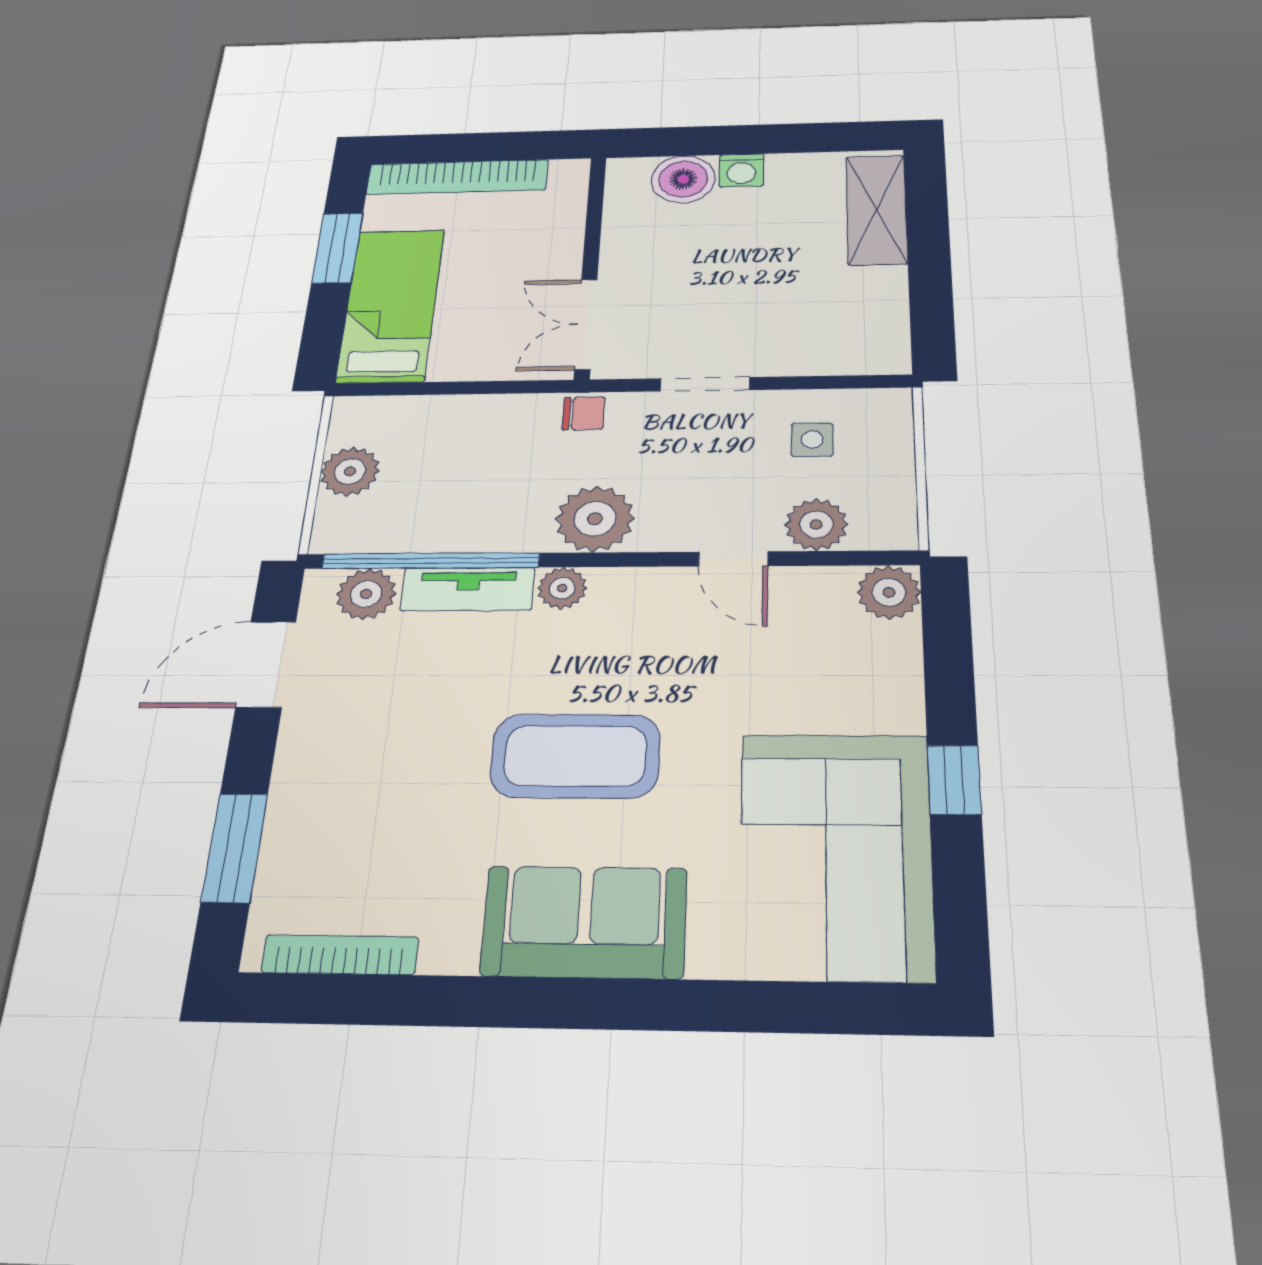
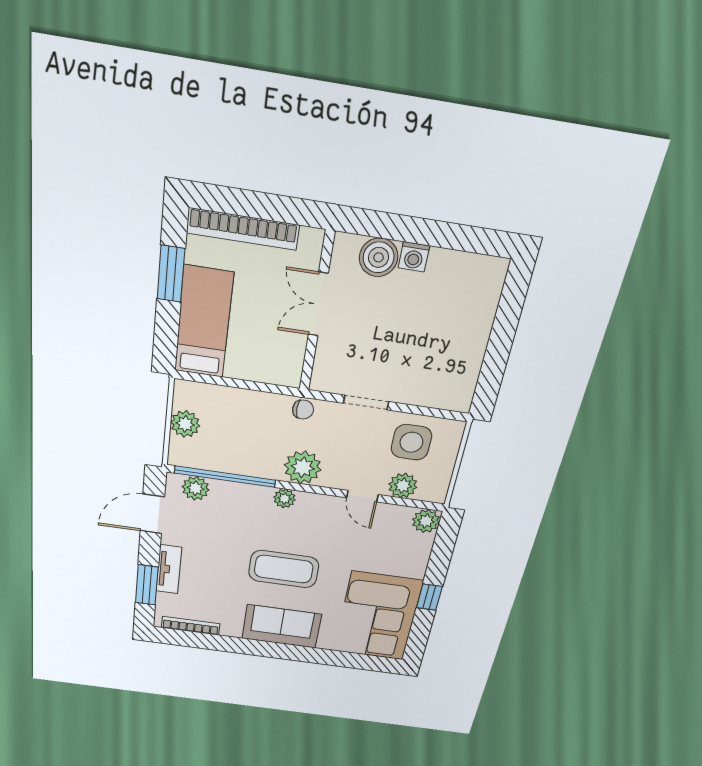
shelving: (876, 209) -> (483, 302), removed
double door: (586, 324) -> (318, 304), moved
side table: (812, 440) -> (411, 442), width x1.87, depth x1.87
tv unit: (468, 589) -> (169, 569), moved, turned -90

